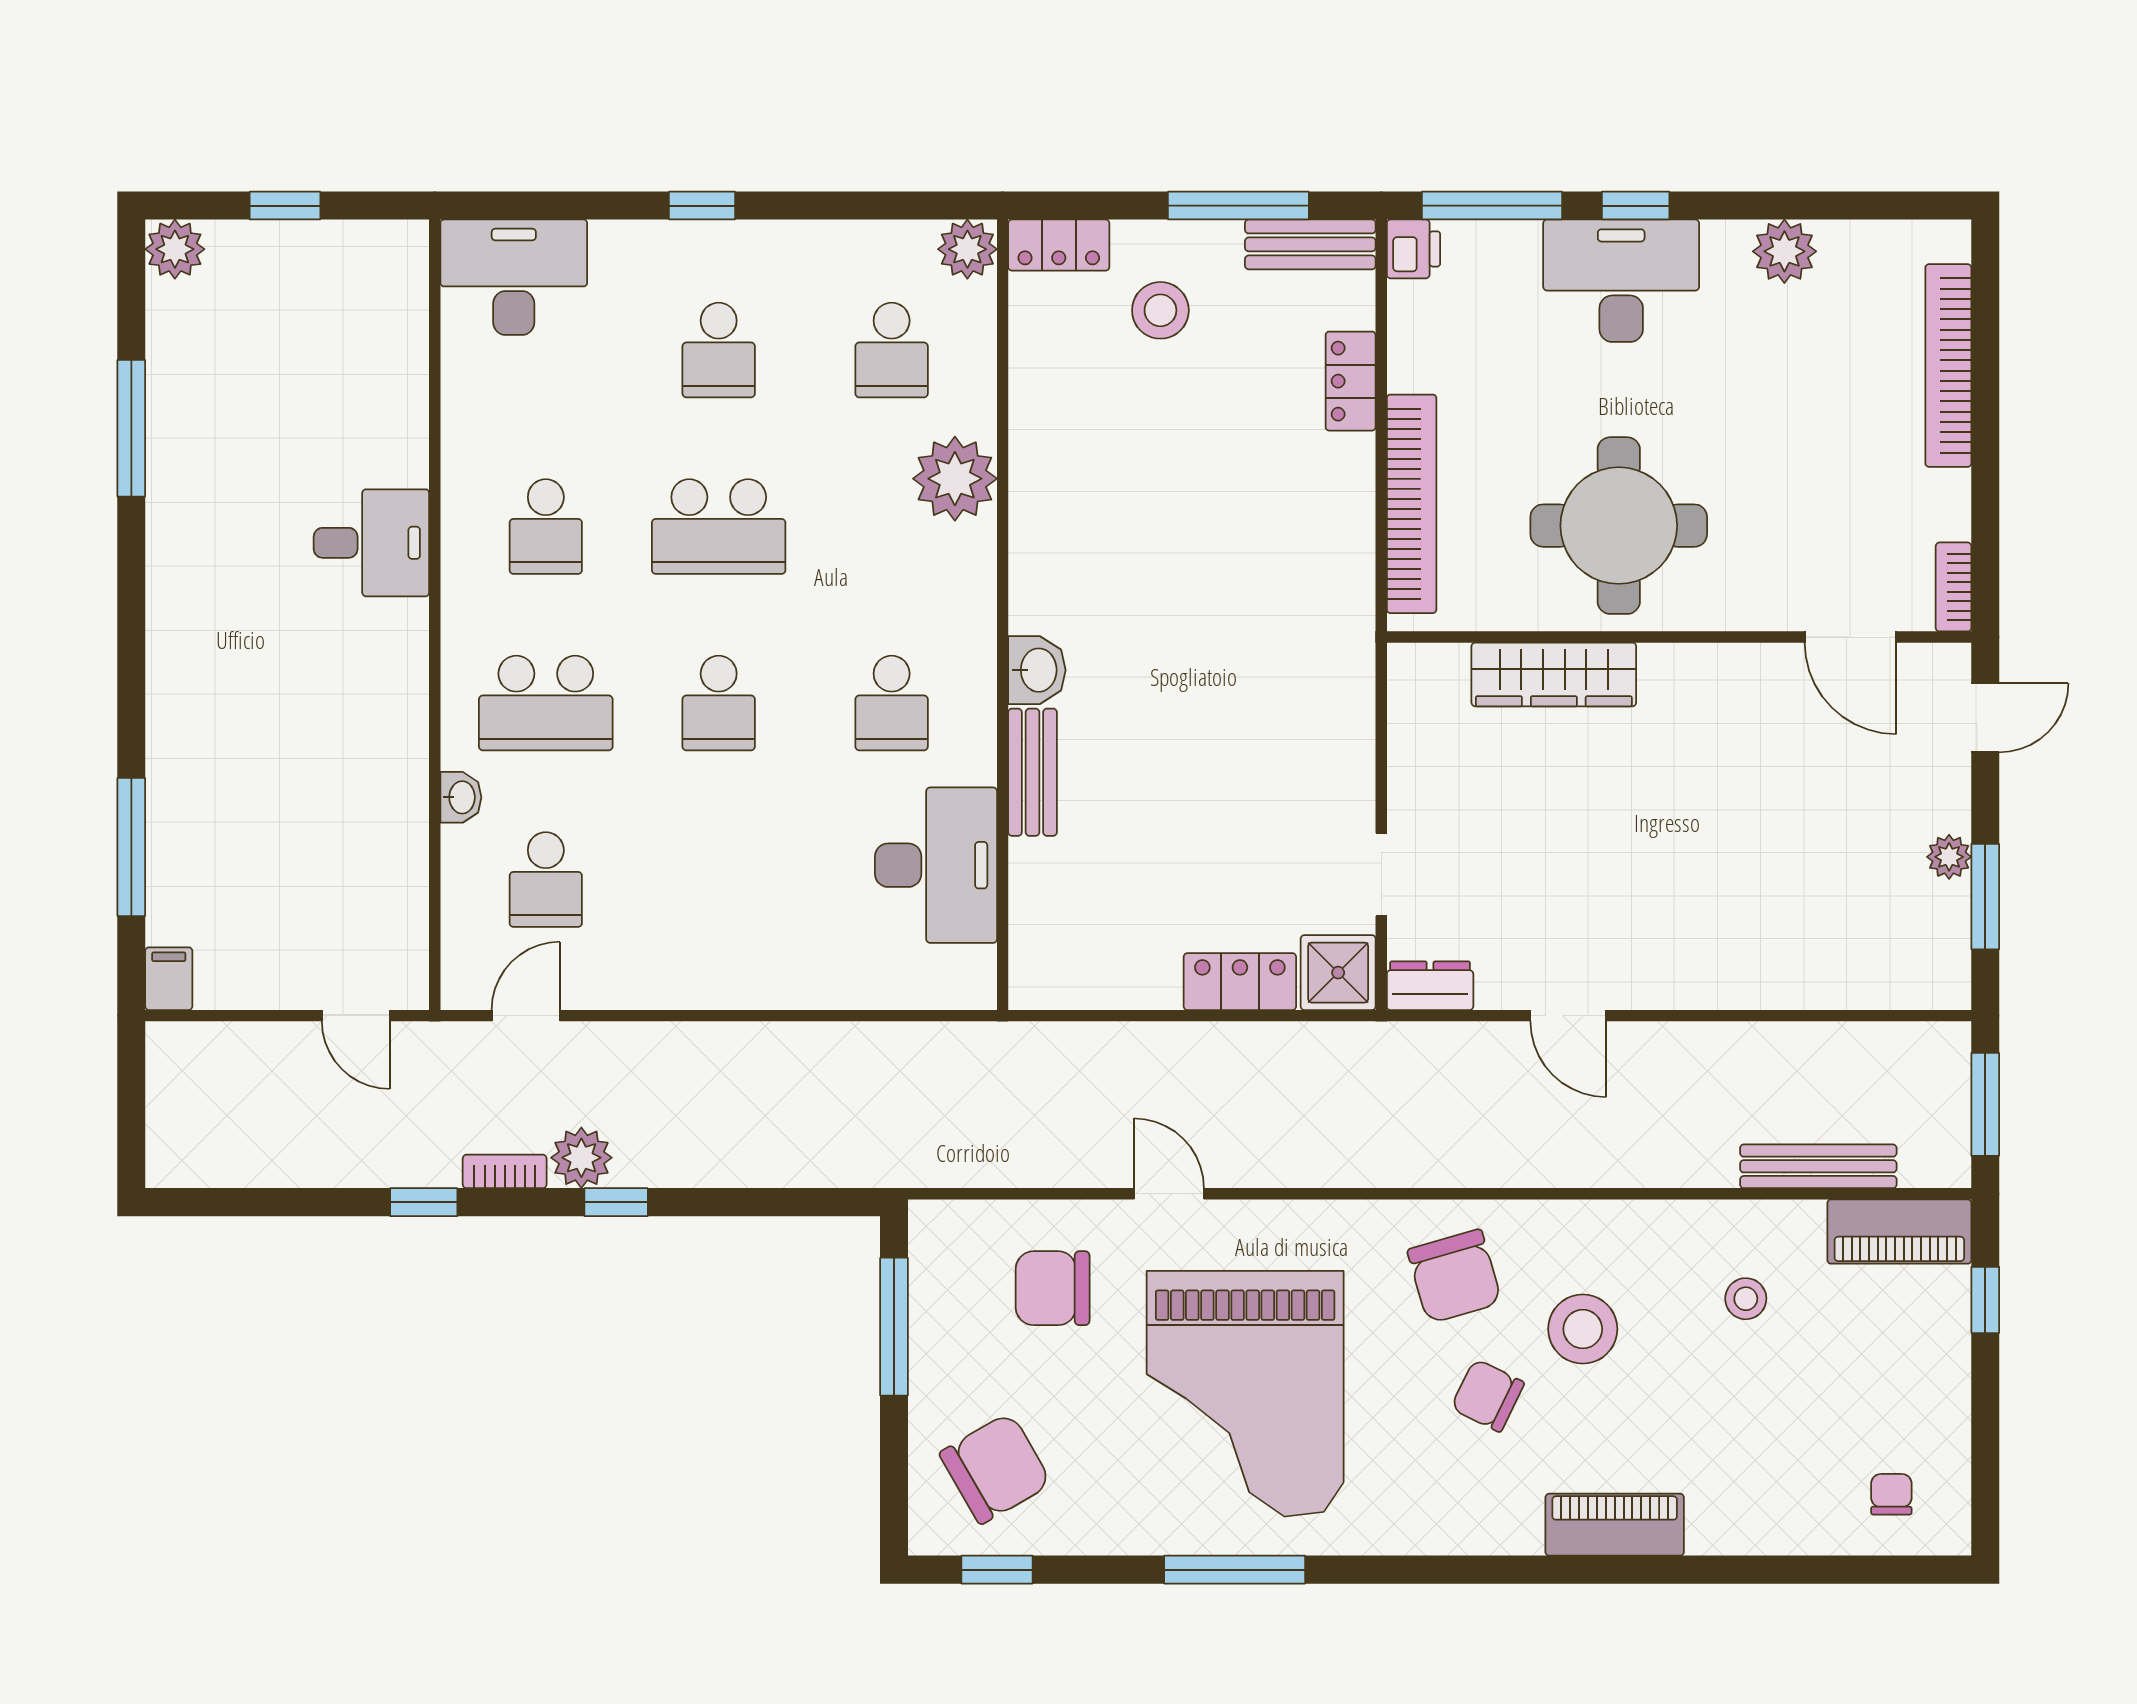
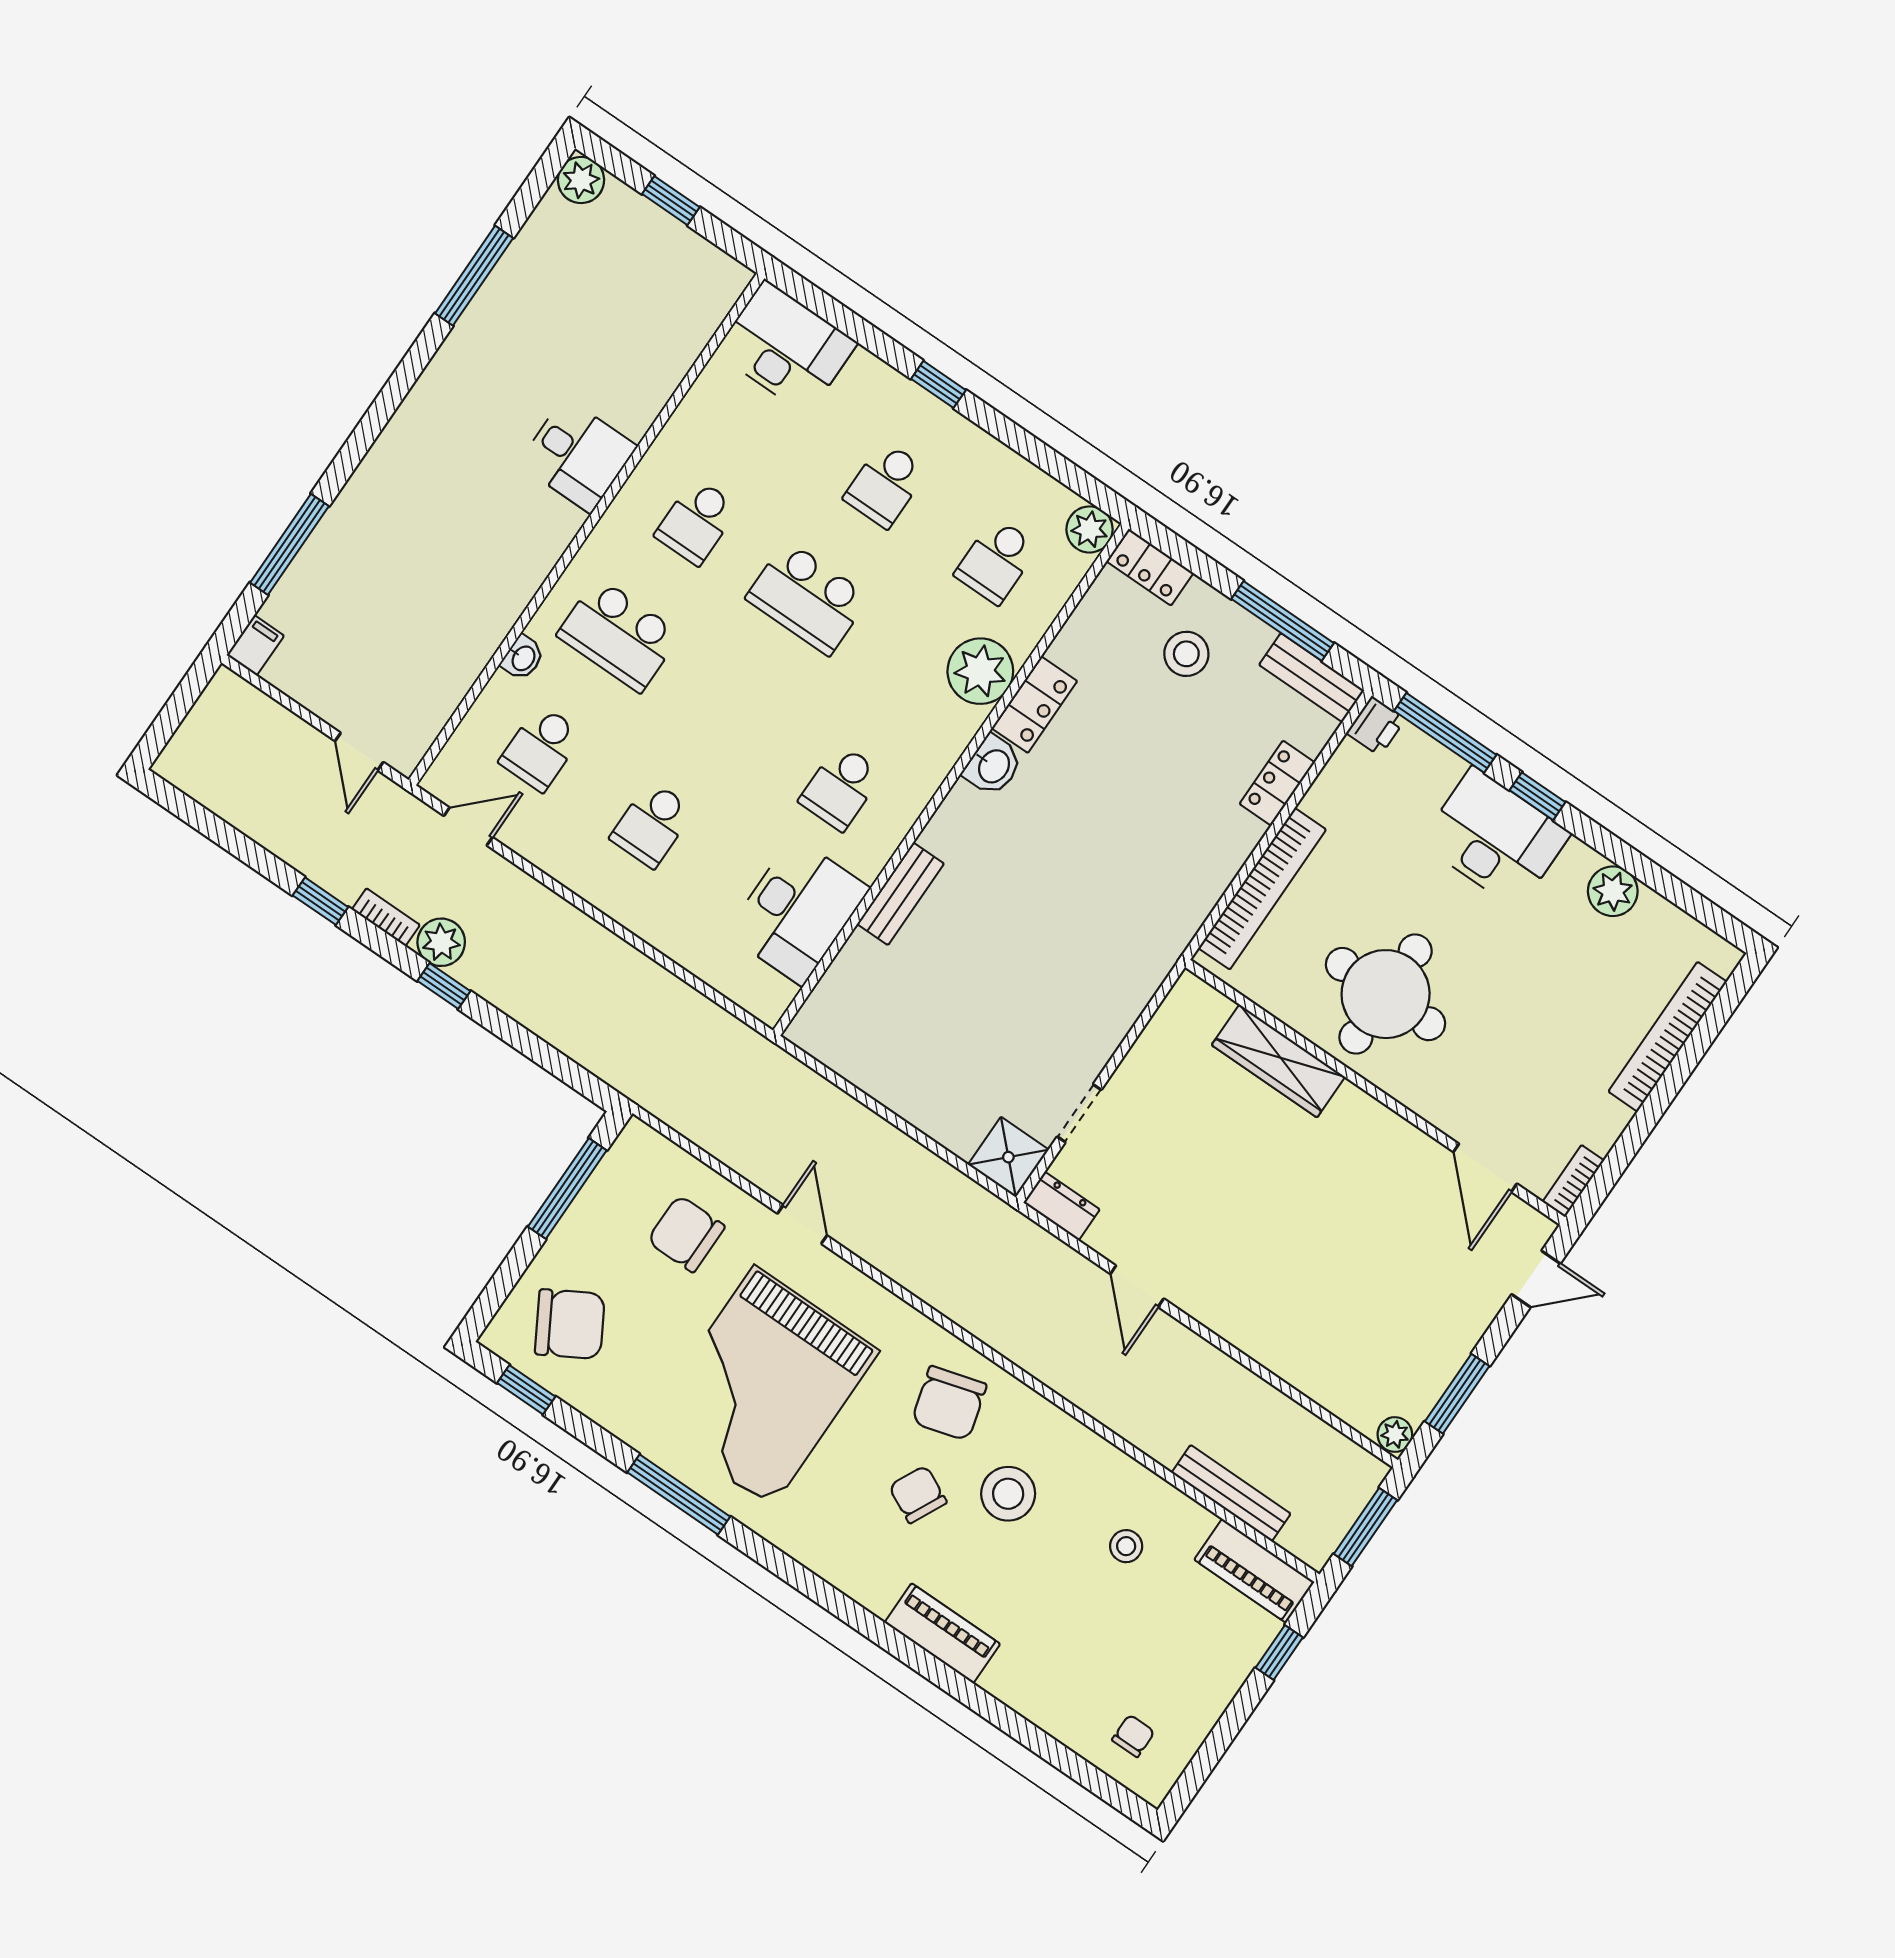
washbasin: (1037, 670) -> (993, 766), moved
school desk: (719, 703) -> (652, 824), moved
plant: (1949, 857) -> (1395, 1435), moved
locker: (1240, 982) -> (1034, 705), moved, turned 90

